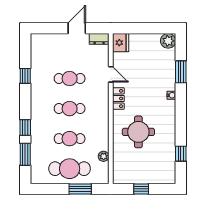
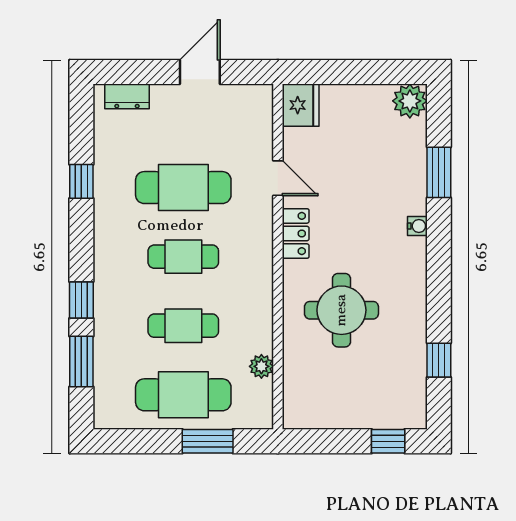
dresser: (99, 39) -> (127, 96), moved
cafe table: (70, 79) -> (183, 188), width x1.37, depth x1.35
window: (141, 189) -> (388, 441), moved

